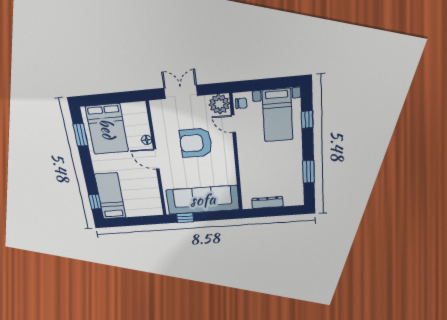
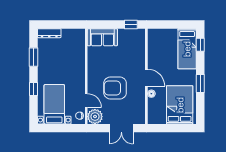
window: (307, 119) -> (33, 89), moved
window: (81, 135) -> (200, 83), moved
armchair: (196, 143) -> (115, 88), turned 180
sofa: (203, 200) -> (102, 37), width x0.54, depth x0.79
dresser: (267, 202) -> (49, 33), moved

